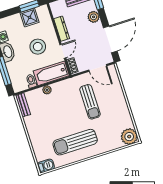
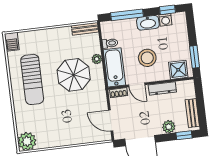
shower: (30, 17) -> (178, 70), moved
door: (98, 68) -> (111, 121), hinge flipped
sun lounger: (90, 102) -> (74, 105), removed
parasol: (64, 107) -> (74, 75), added
sun lounger: (75, 142) -> (32, 79), turned 180

